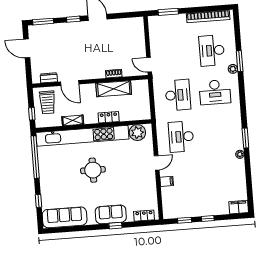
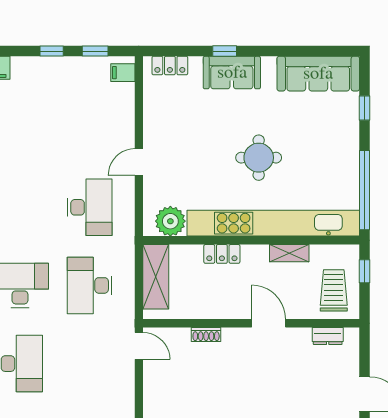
door: (70, 83) -> (269, 323), moved
shelving: (114, 89) -> (156, 277), moved, turned 90
filing cabinet: (167, 181) -> (123, 73), moved

